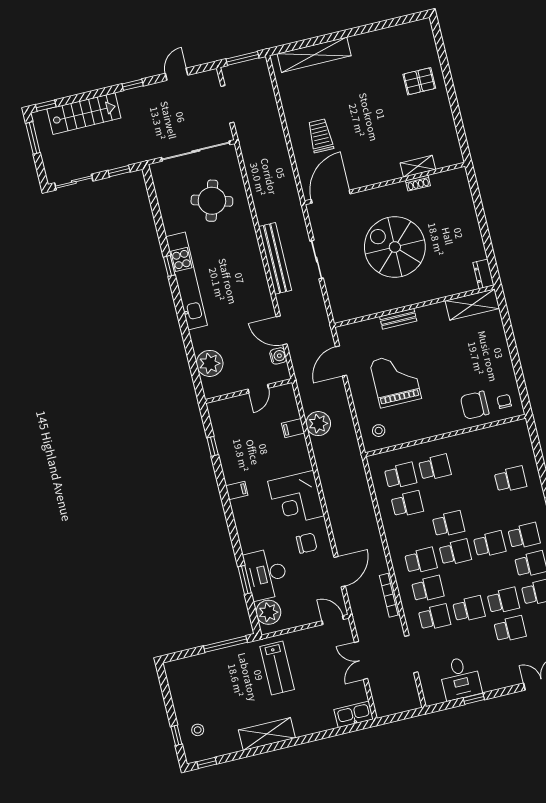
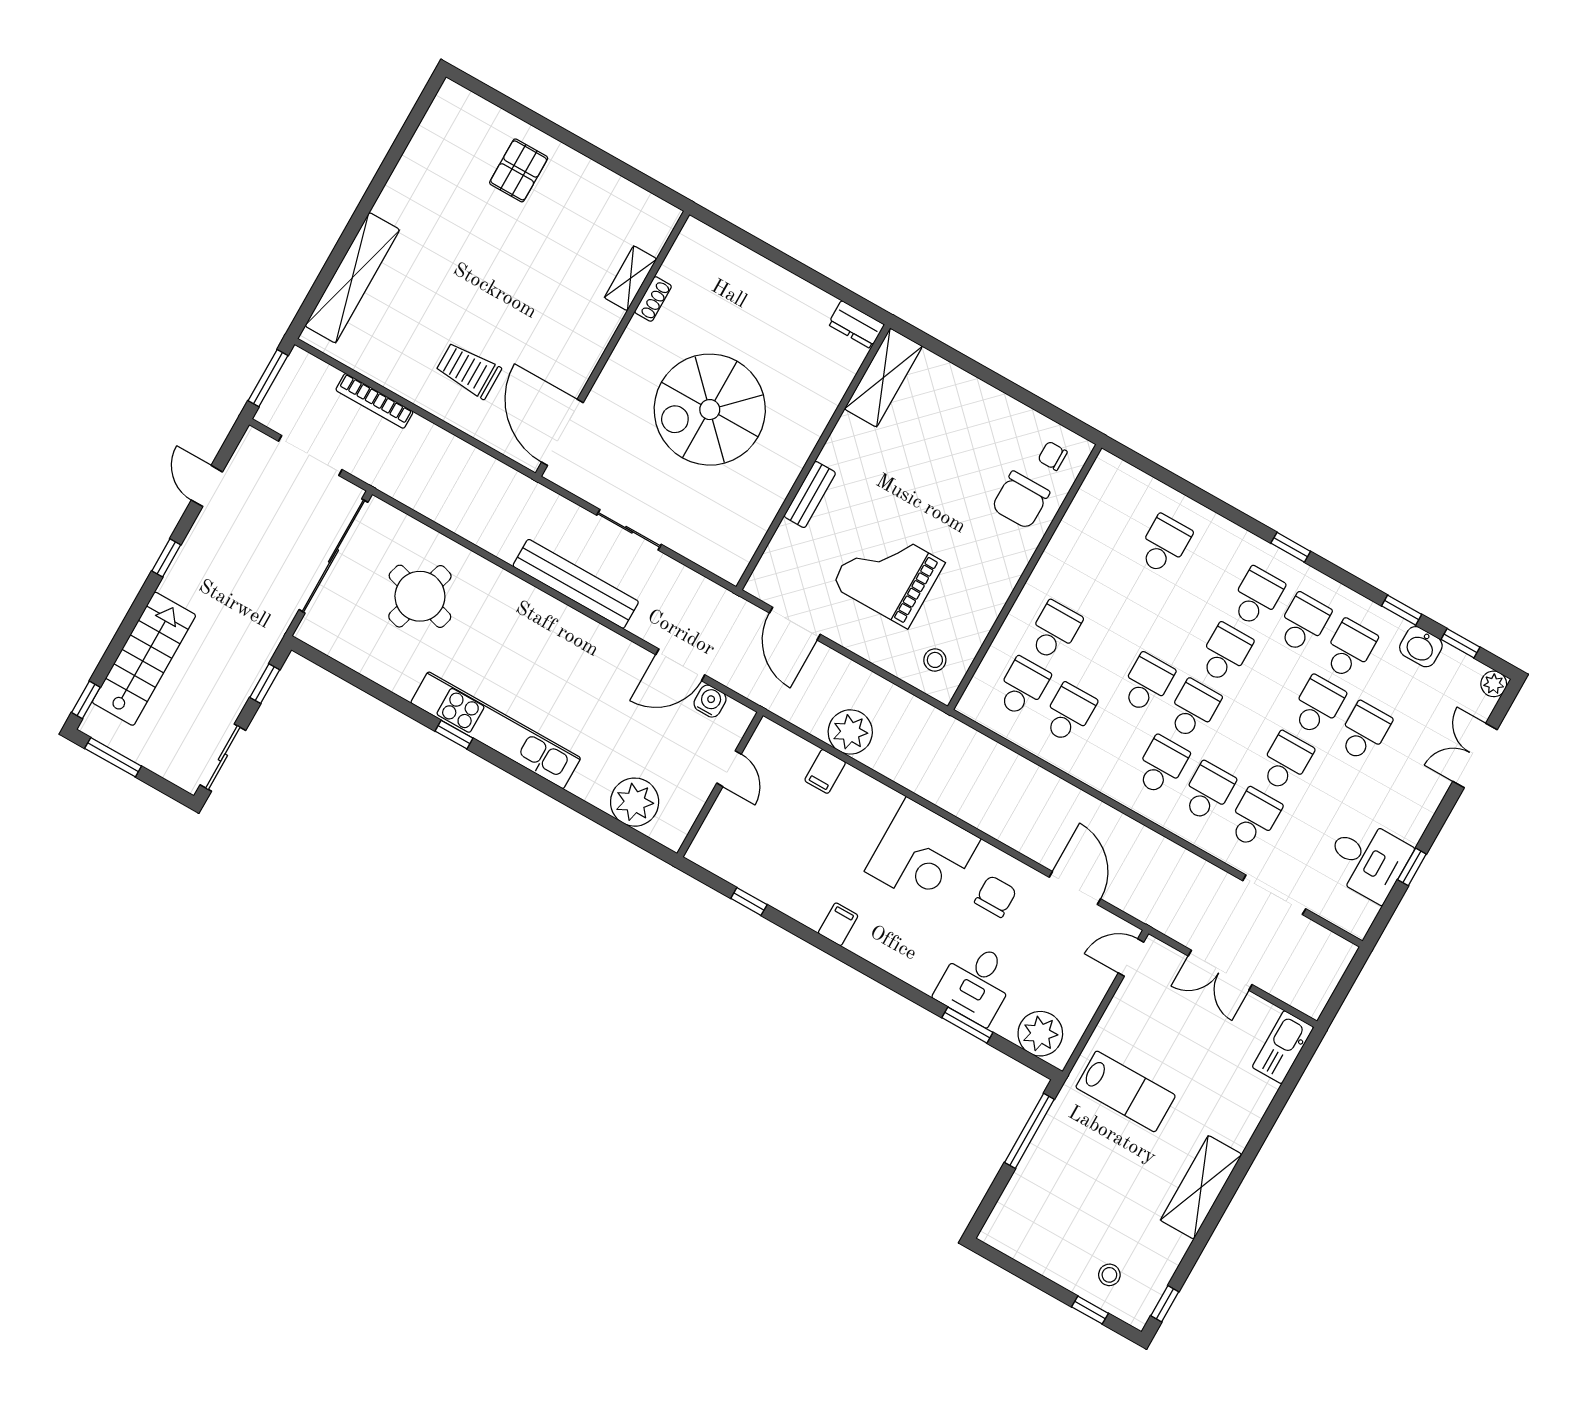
desk: (266, 574) -> (976, 983), width x0.73
bookcase: (390, 595) -> (374, 401), moved

